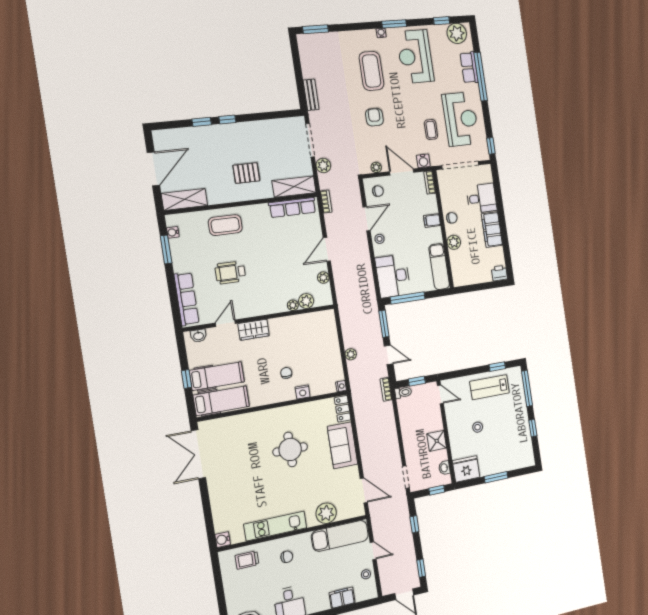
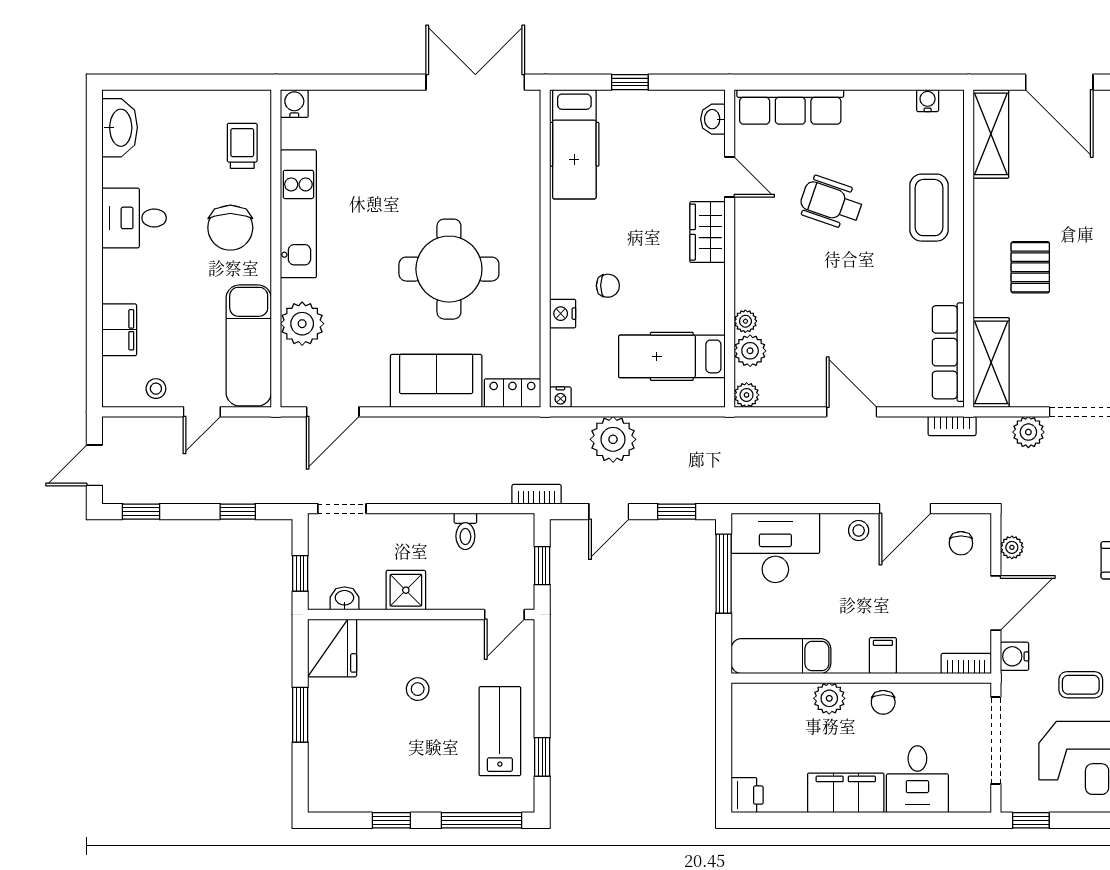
door: (367, 219) -> (905, 509), hinge flipped
window: (166, 249) -> (895, 82), removed
wheelchair: (230, 273) -> (831, 203), turned -71
plant: (323, 278) -> (747, 395), moved
window: (384, 324) -> (677, 512), width x0.67
plant: (351, 354) -> (613, 439), width x1.88, depth x1.88
hospital bed: (217, 376) -> (672, 356), moved, turned 90
toilet: (403, 392) -> (465, 531), moved
round table: (290, 449) -> (449, 269), width x1.36, depth x1.36
chair: (287, 557) -> (230, 228), width x1.87, depth x1.87

